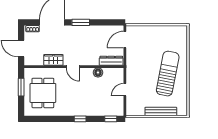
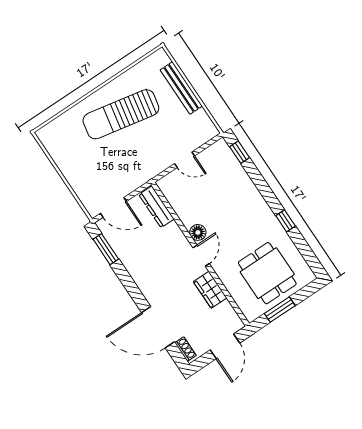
window: (81, 22) -> (106, 249), moved
floor lamp: (98, 72) -> (198, 232), moved
dining table: (43, 93) -> (267, 273), turned 90
window: (80, 119) -> (286, 221), moved

